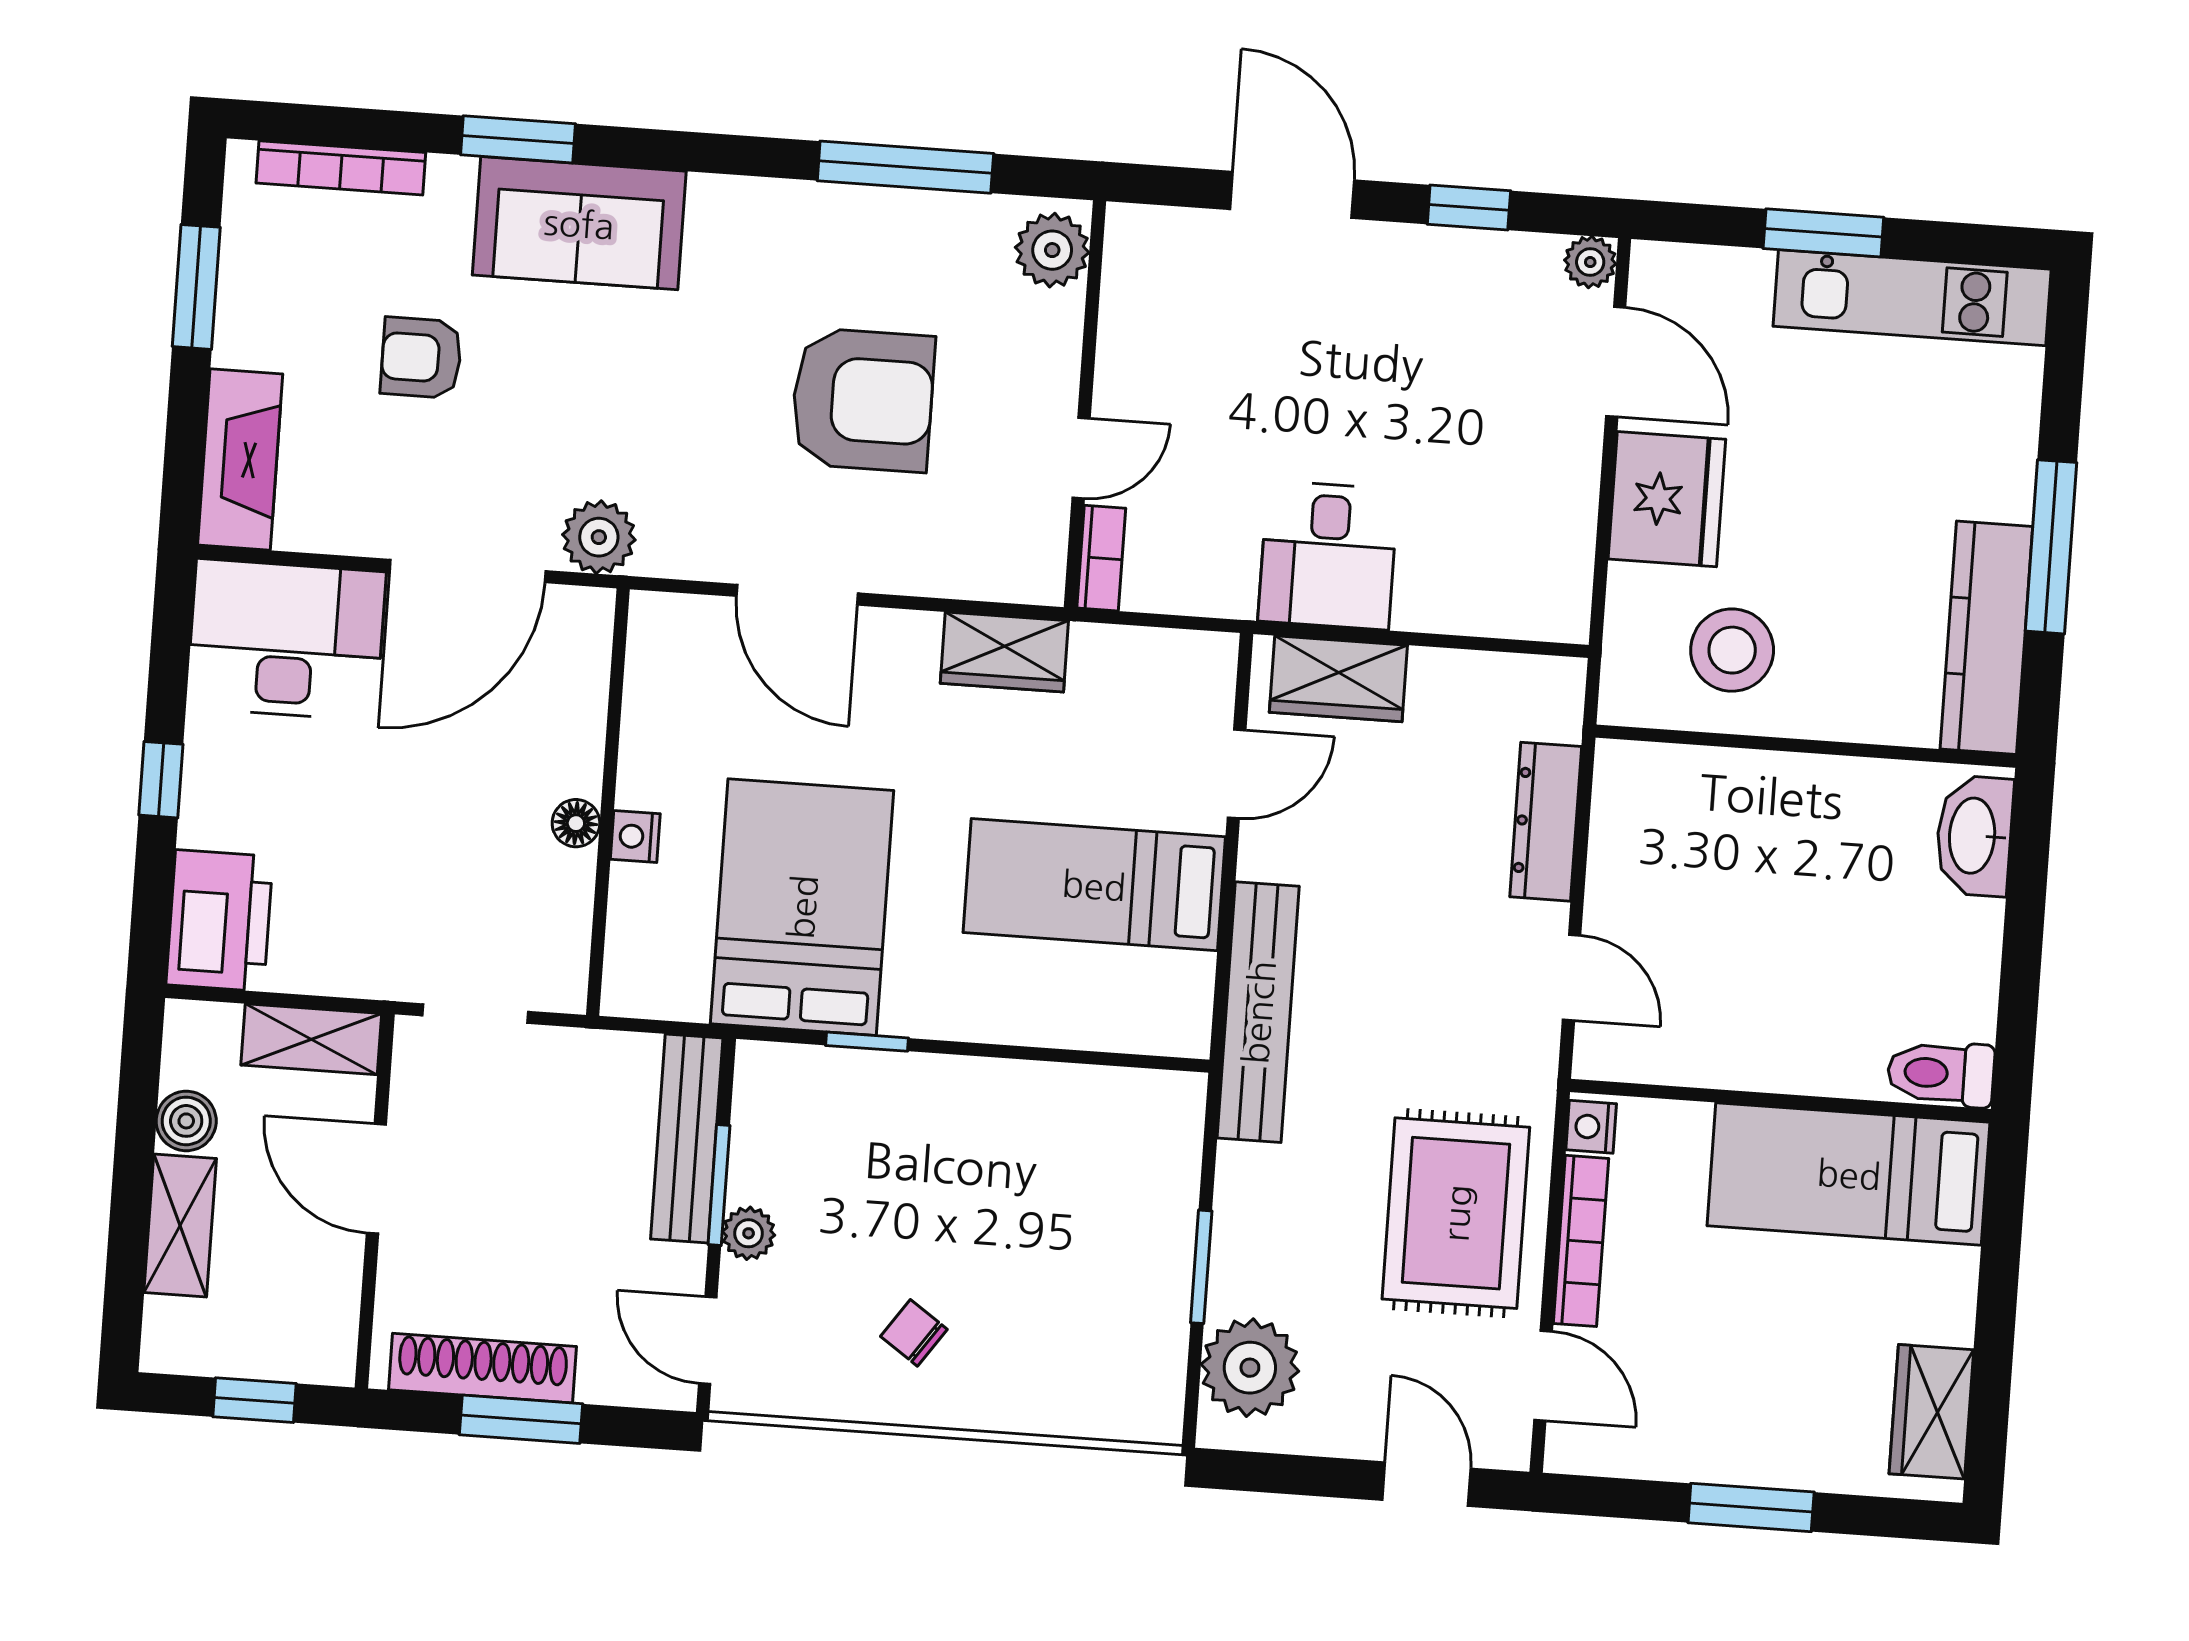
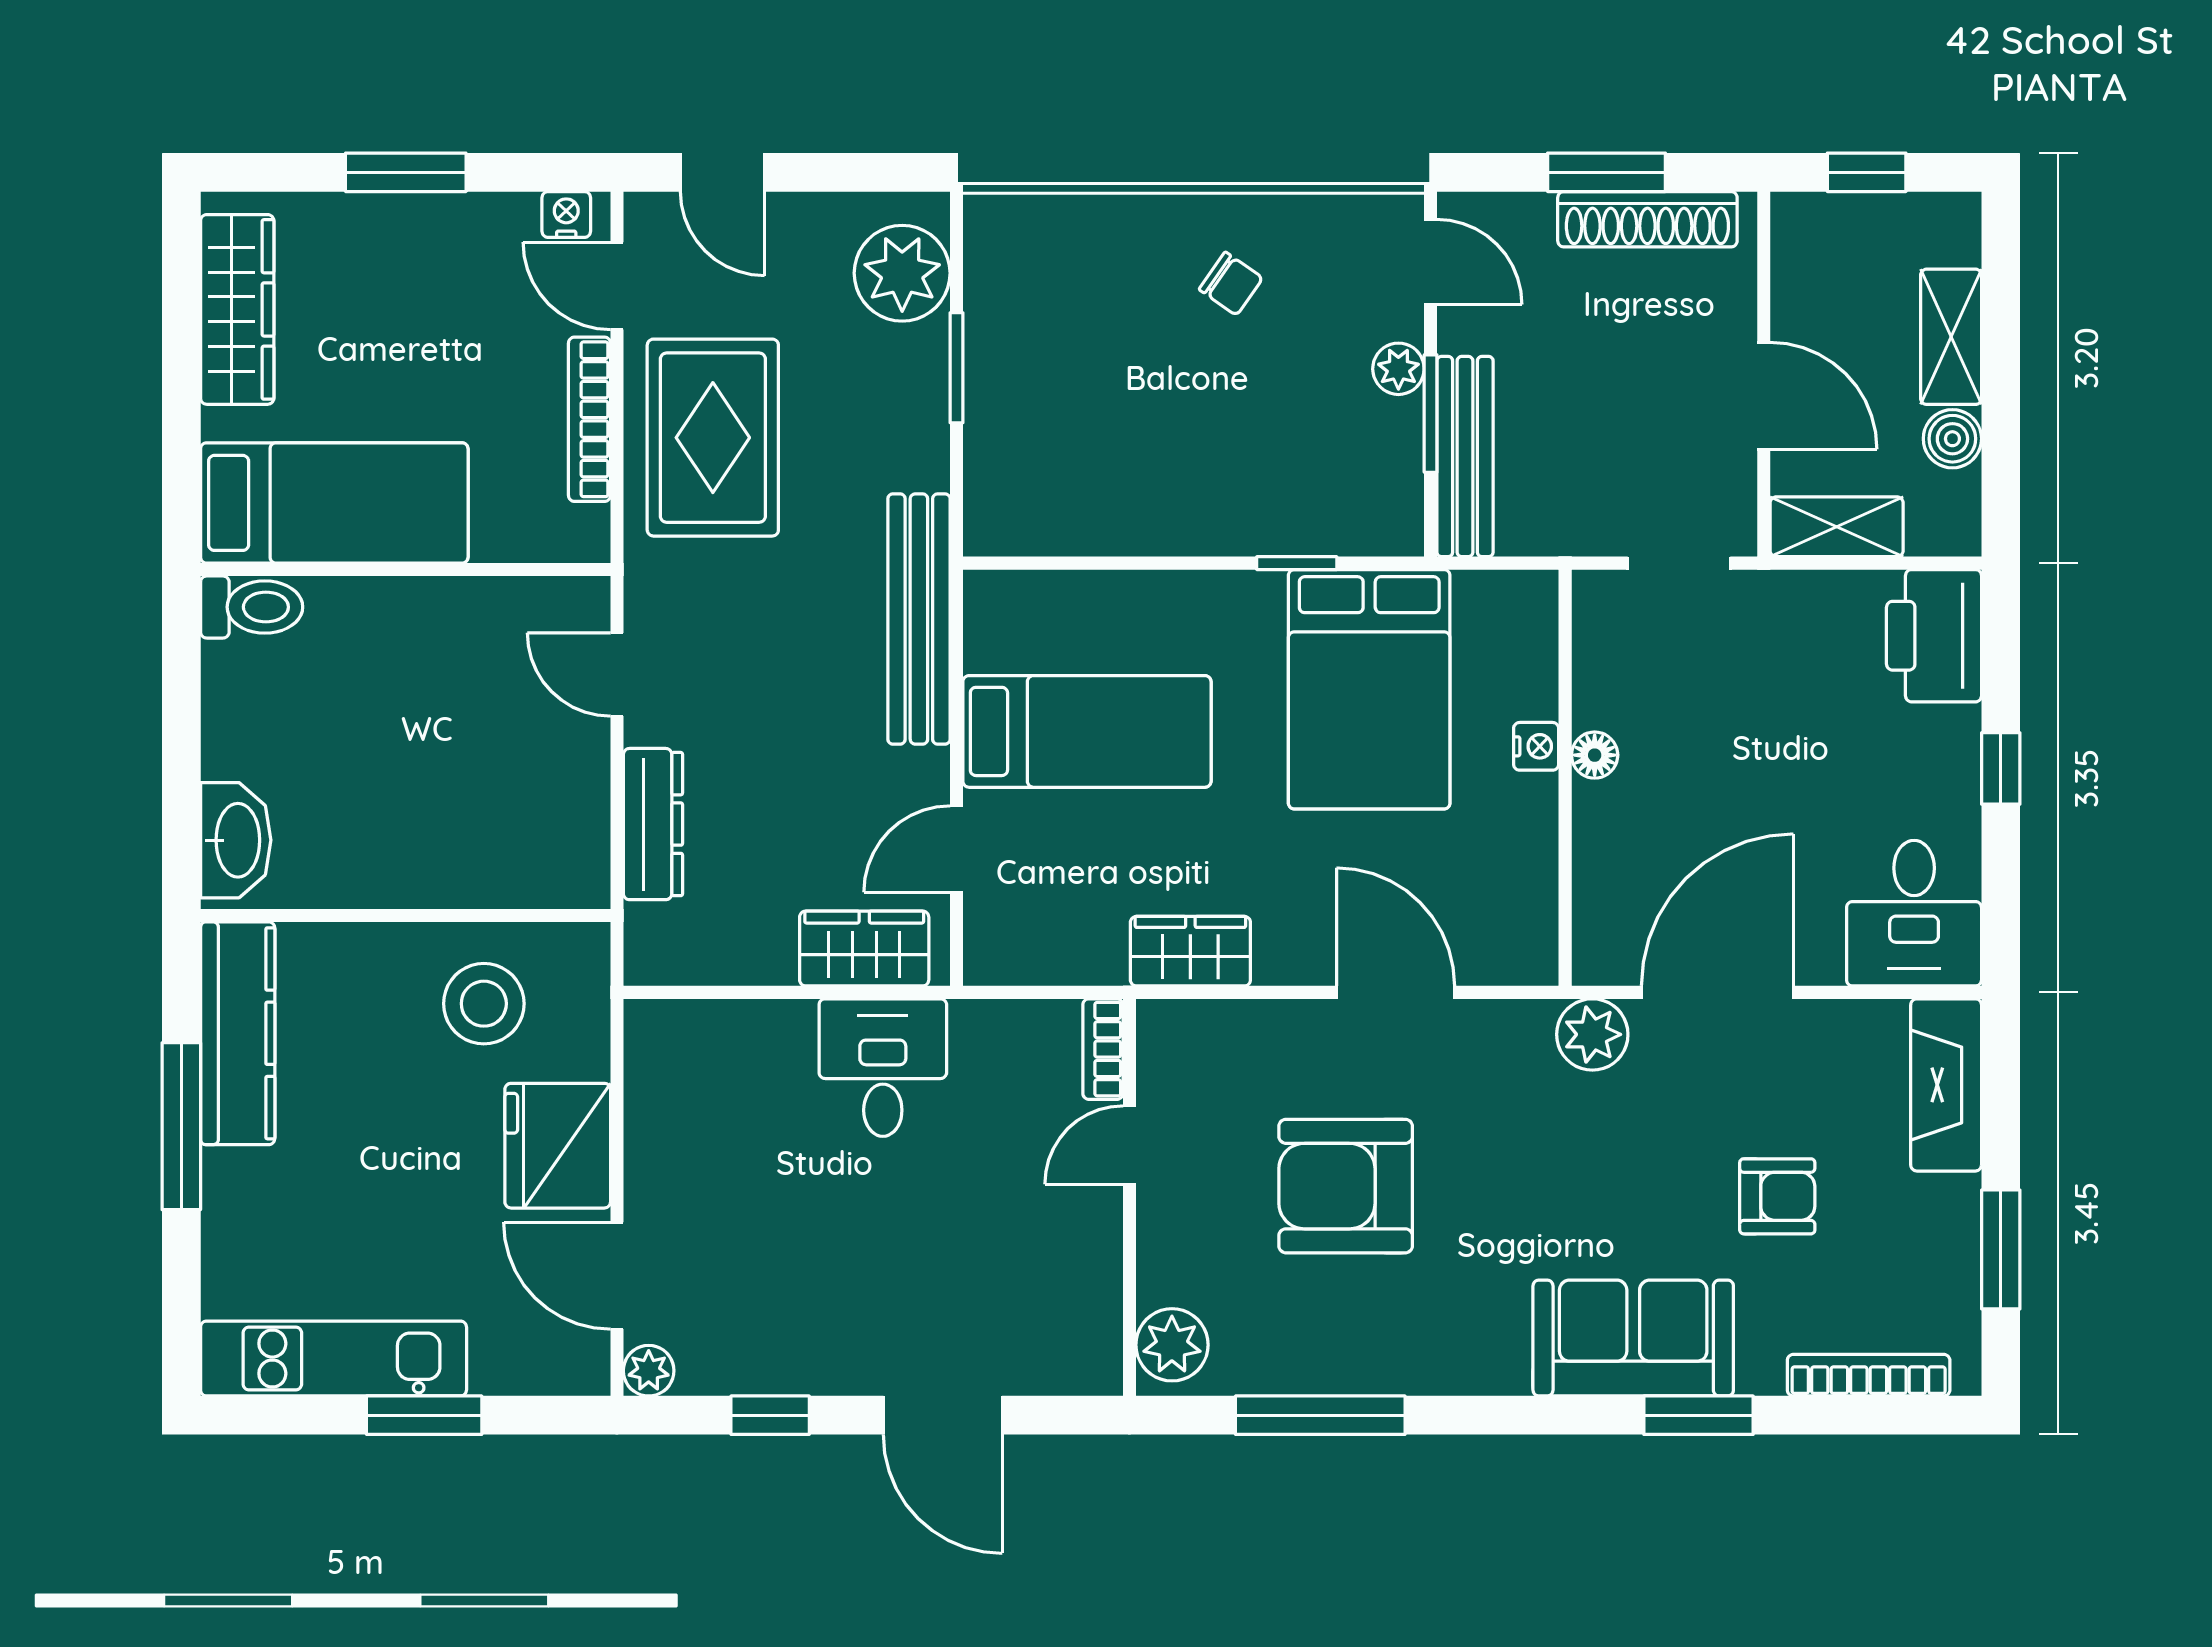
desk: (286, 640) -> (1914, 913), width x0.73
nightstand: (1591, 1127) -> (566, 214), moved, turned -90
wardrobe: (1931, 1412) -> (237, 309), width x1.50

